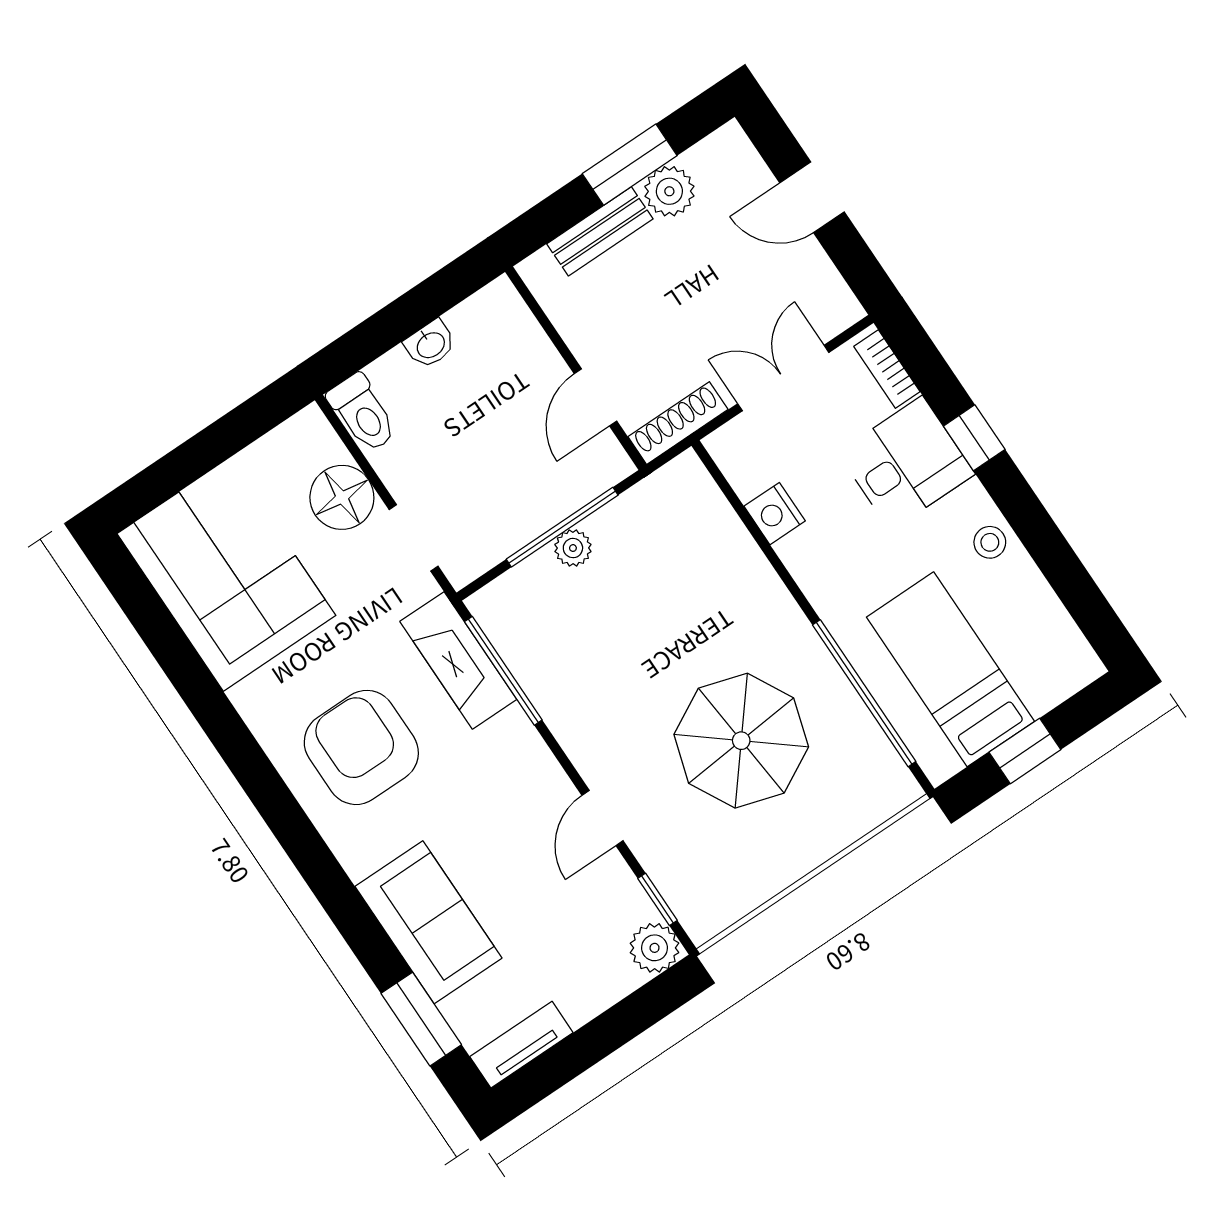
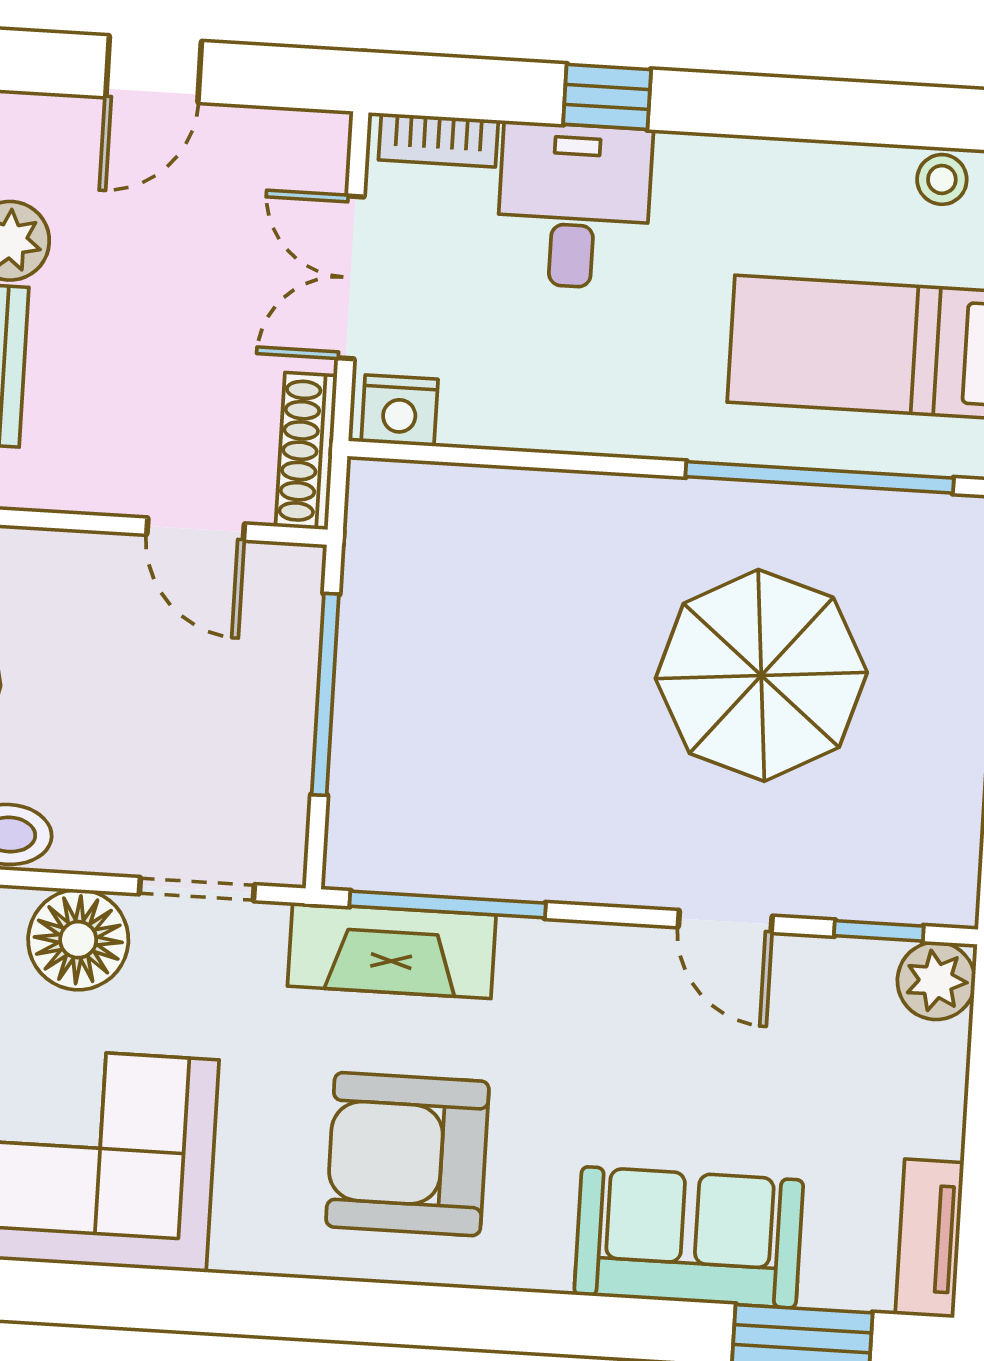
nightstand: (775, 514) -> (400, 411), moved
stool: (990, 542) -> (942, 179), moved
plant: (573, 548) -> (361, 701), removed

